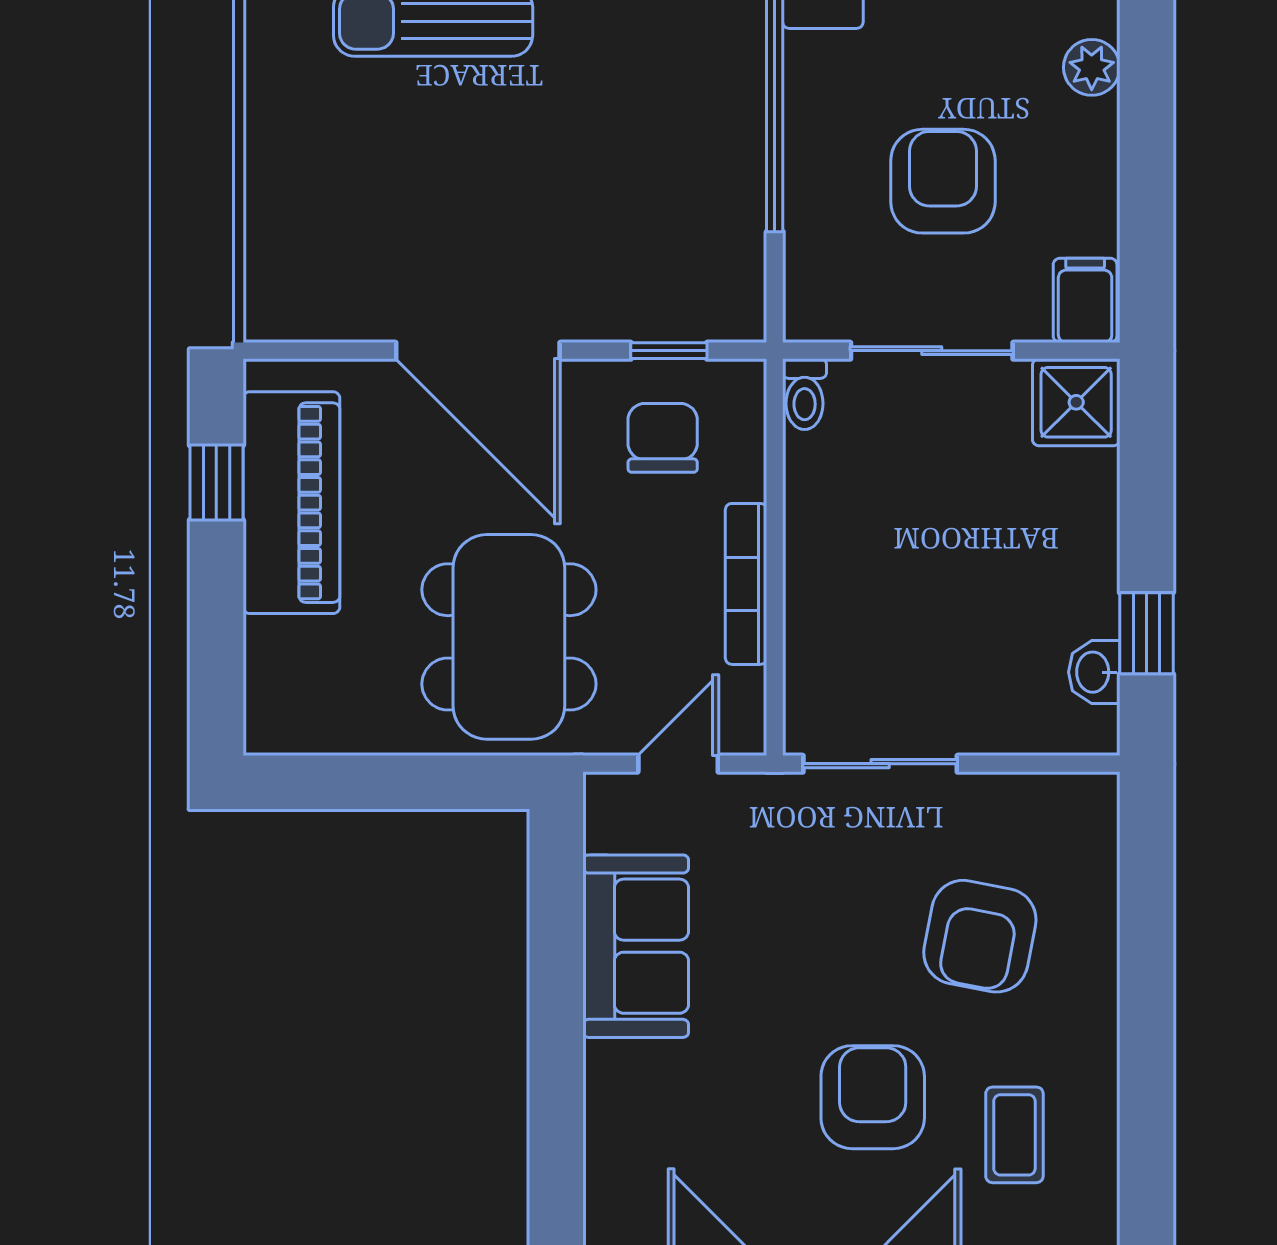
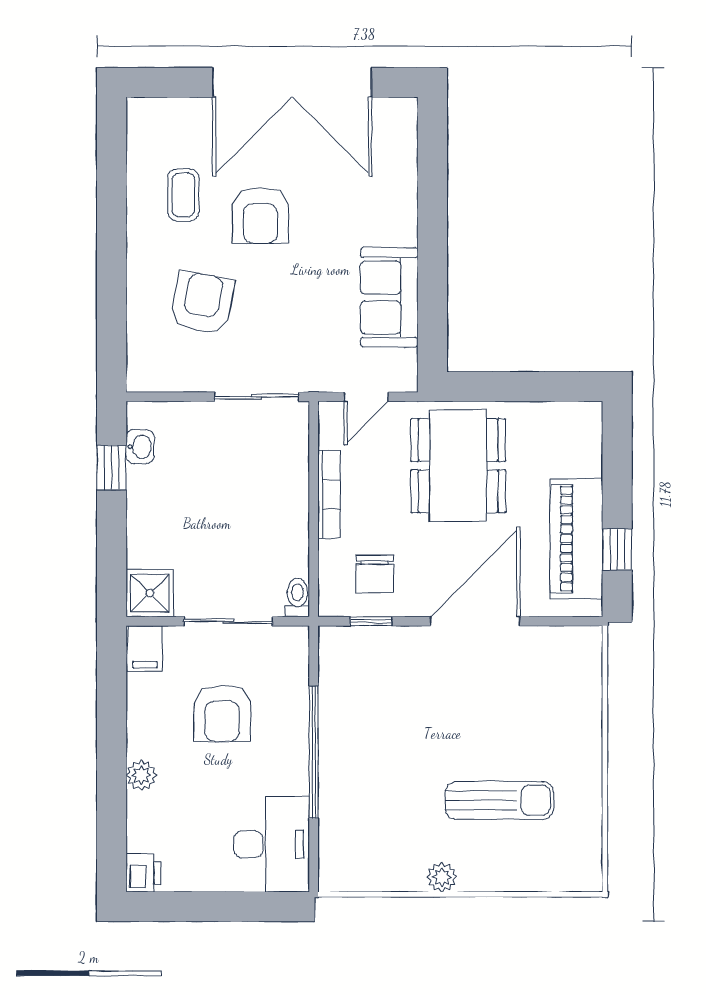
door: (478, 351) -> (475, 621), hinge flipped

